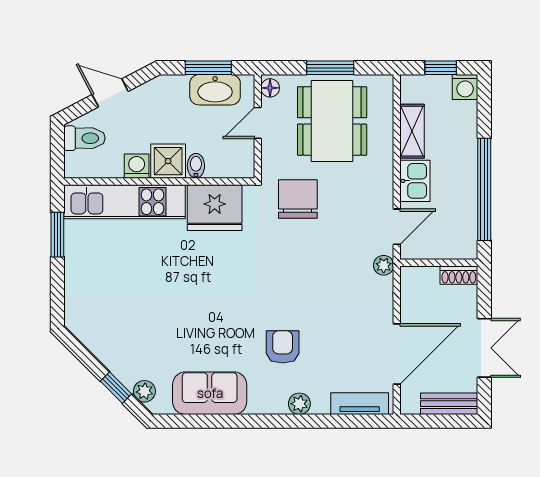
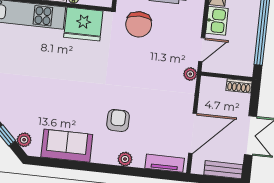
chair: (298, 199) -> (139, 24), turned 180

